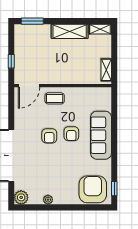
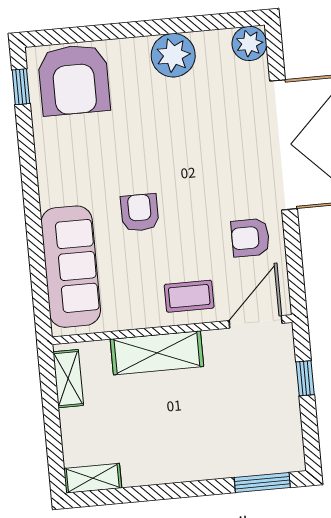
shelving: (70, 31) -> (157, 353), moved
sofa: (101, 135) -> (71, 267), moved
armchair: (49, 136) -> (250, 238), moved, turned -90
plant: (48, 200) -> (173, 55), width x1.87, depth x1.87

